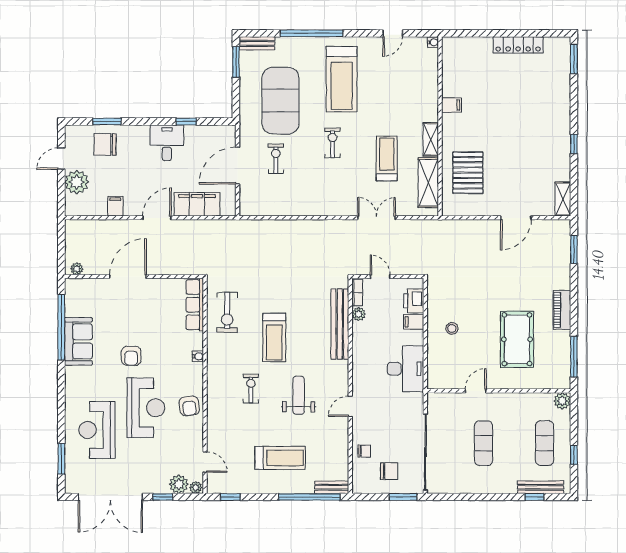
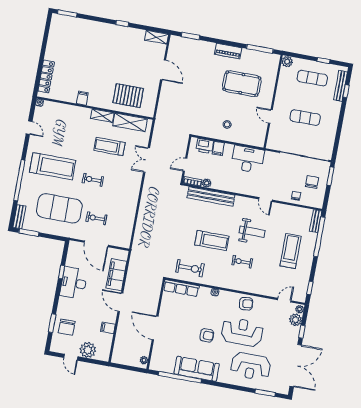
locker: (518, 45) -> (46, 76), moved
desk: (167, 143) -> (74, 283), width x1.37
sofa: (78, 341) -> (197, 369), width x1.36
weight bench: (299, 395) -> (252, 232), turned 180

